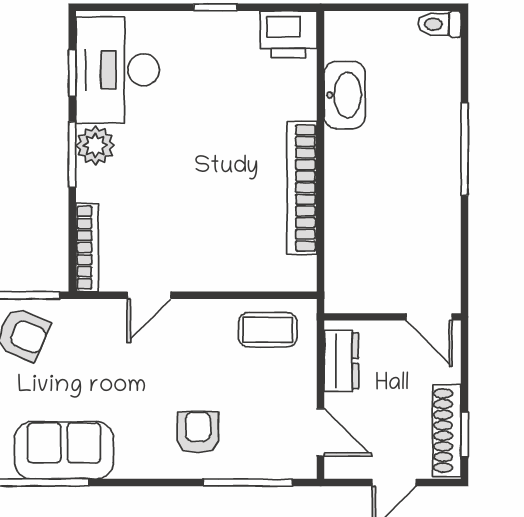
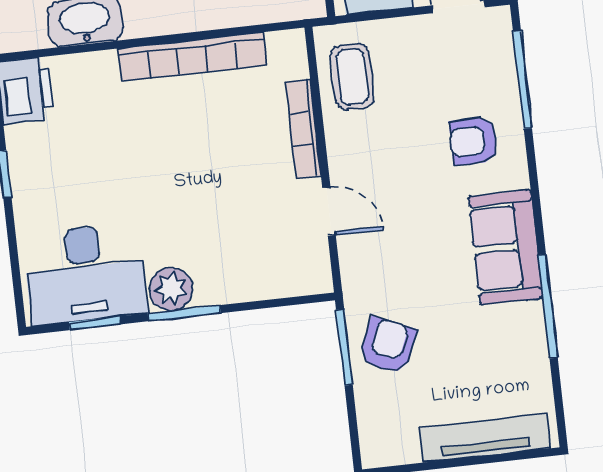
bookcase: (87, 248) -> (303, 129), moved, turned -90
sofa: (64, 450) -> (505, 247), moved

